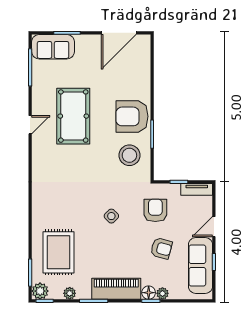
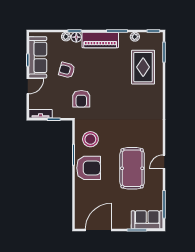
armchair: (155, 210) -> (81, 99), moved
side table: (111, 216) -> (104, 94), removed
plant: (40, 291) -> (157, 38), removed

